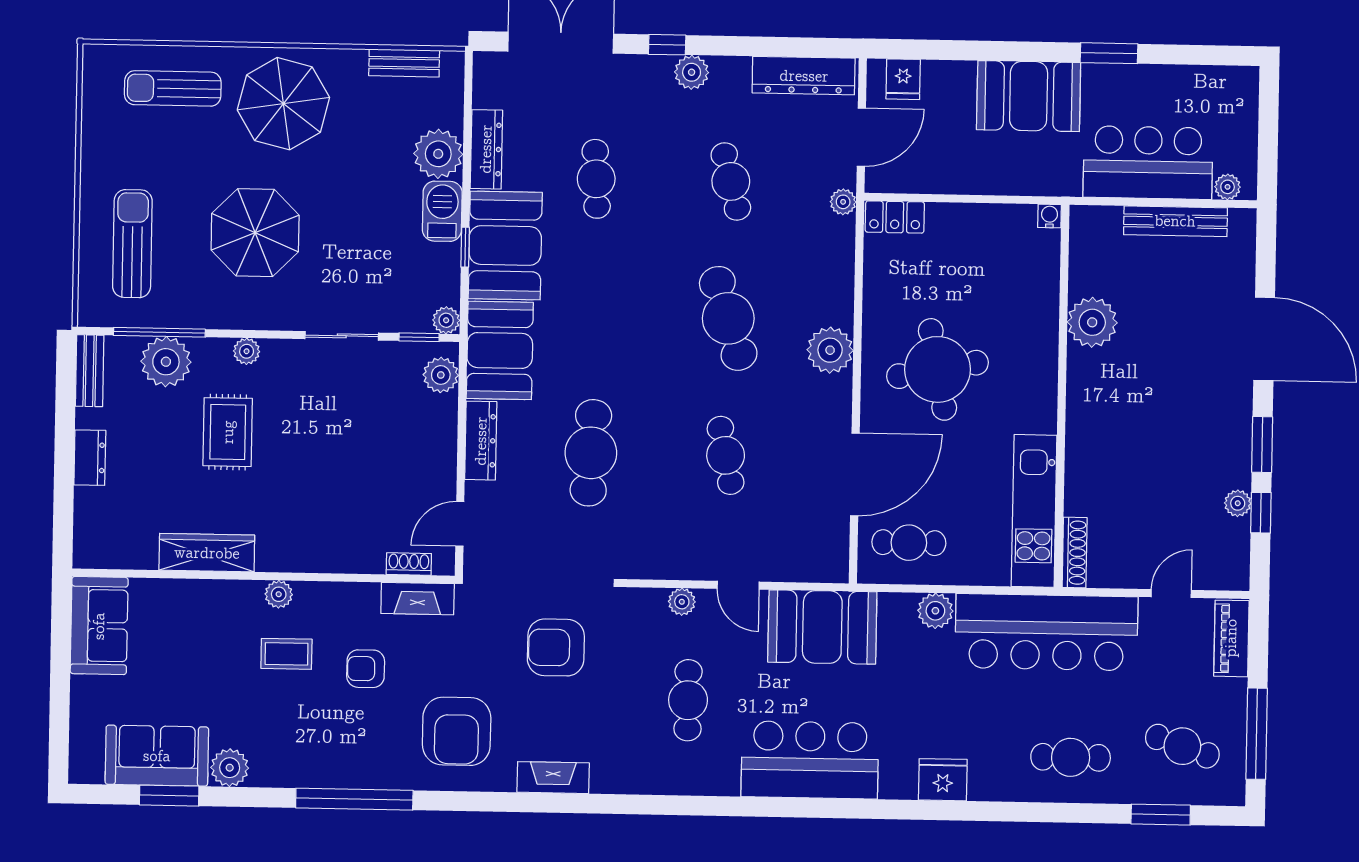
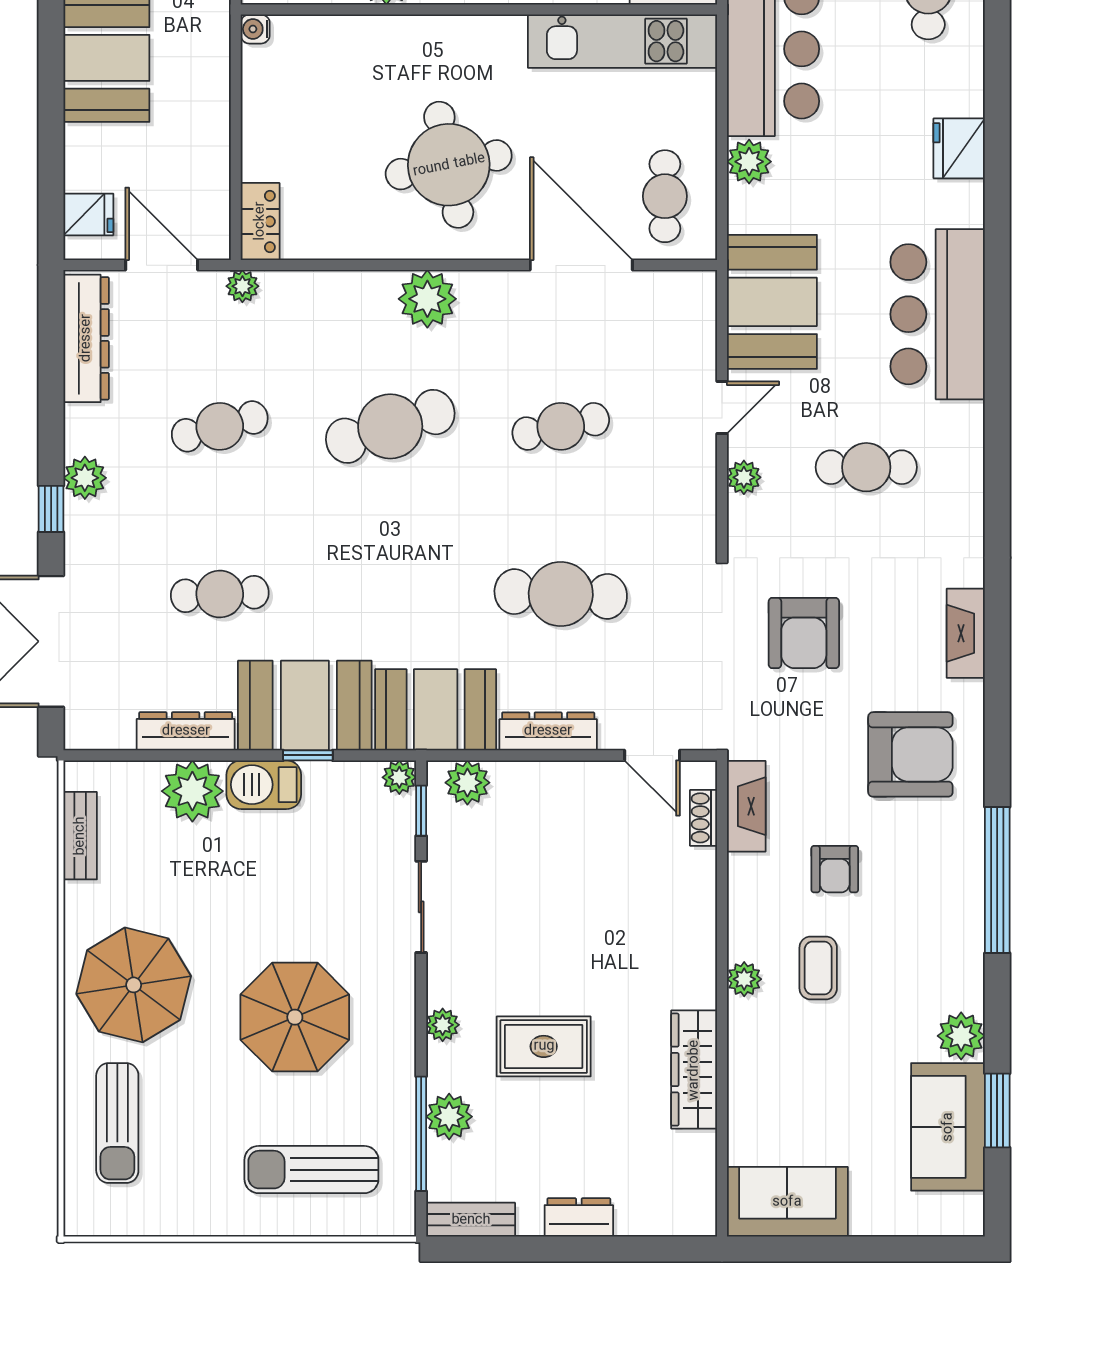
plant: (166, 362) -> (449, 1117), width x0.73, depth x0.73

